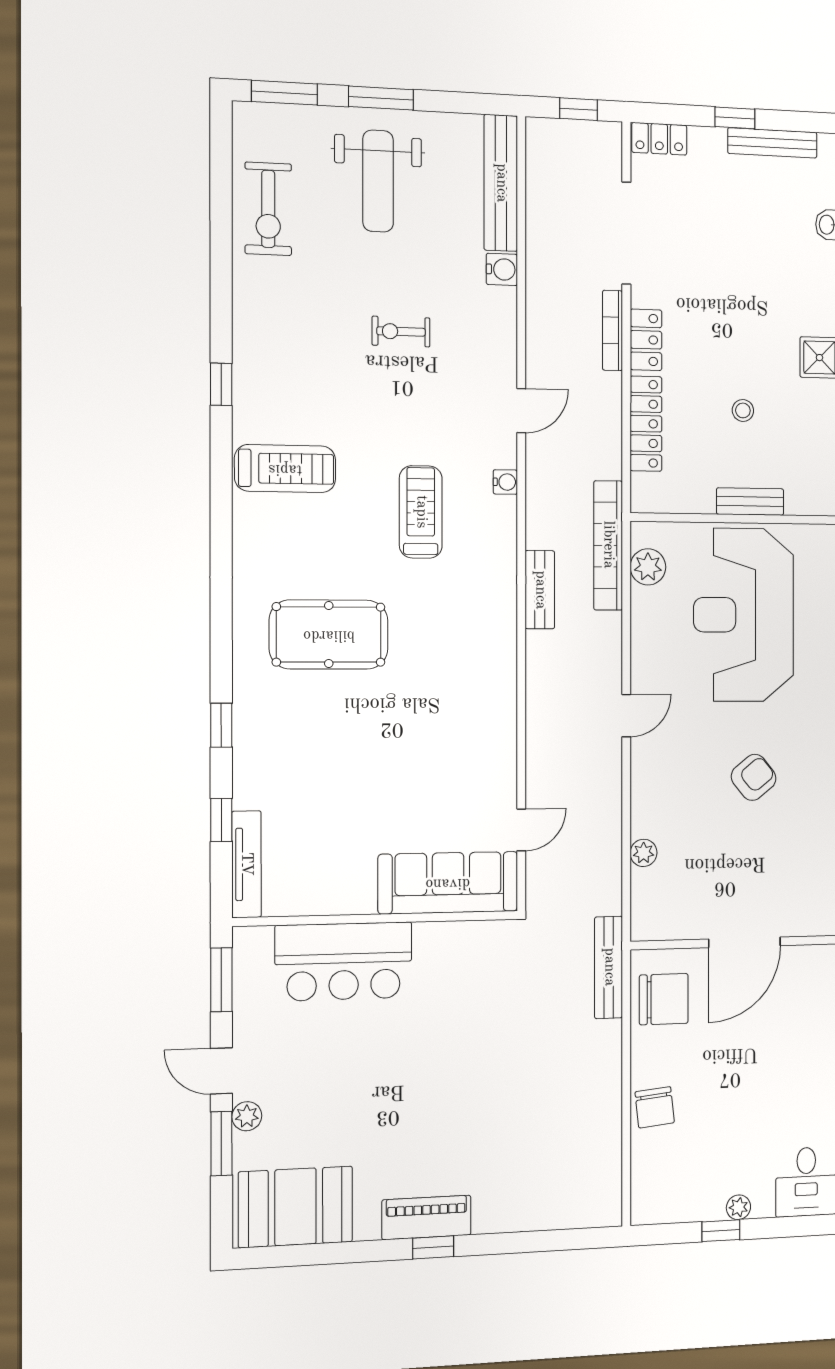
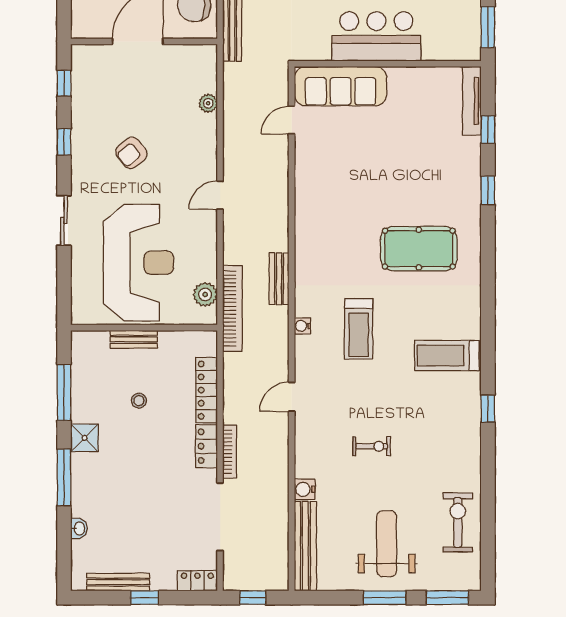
water cooler: (505, 482) -> (302, 326), moved
bar counter: (344, 962) -> (376, 36), moved

